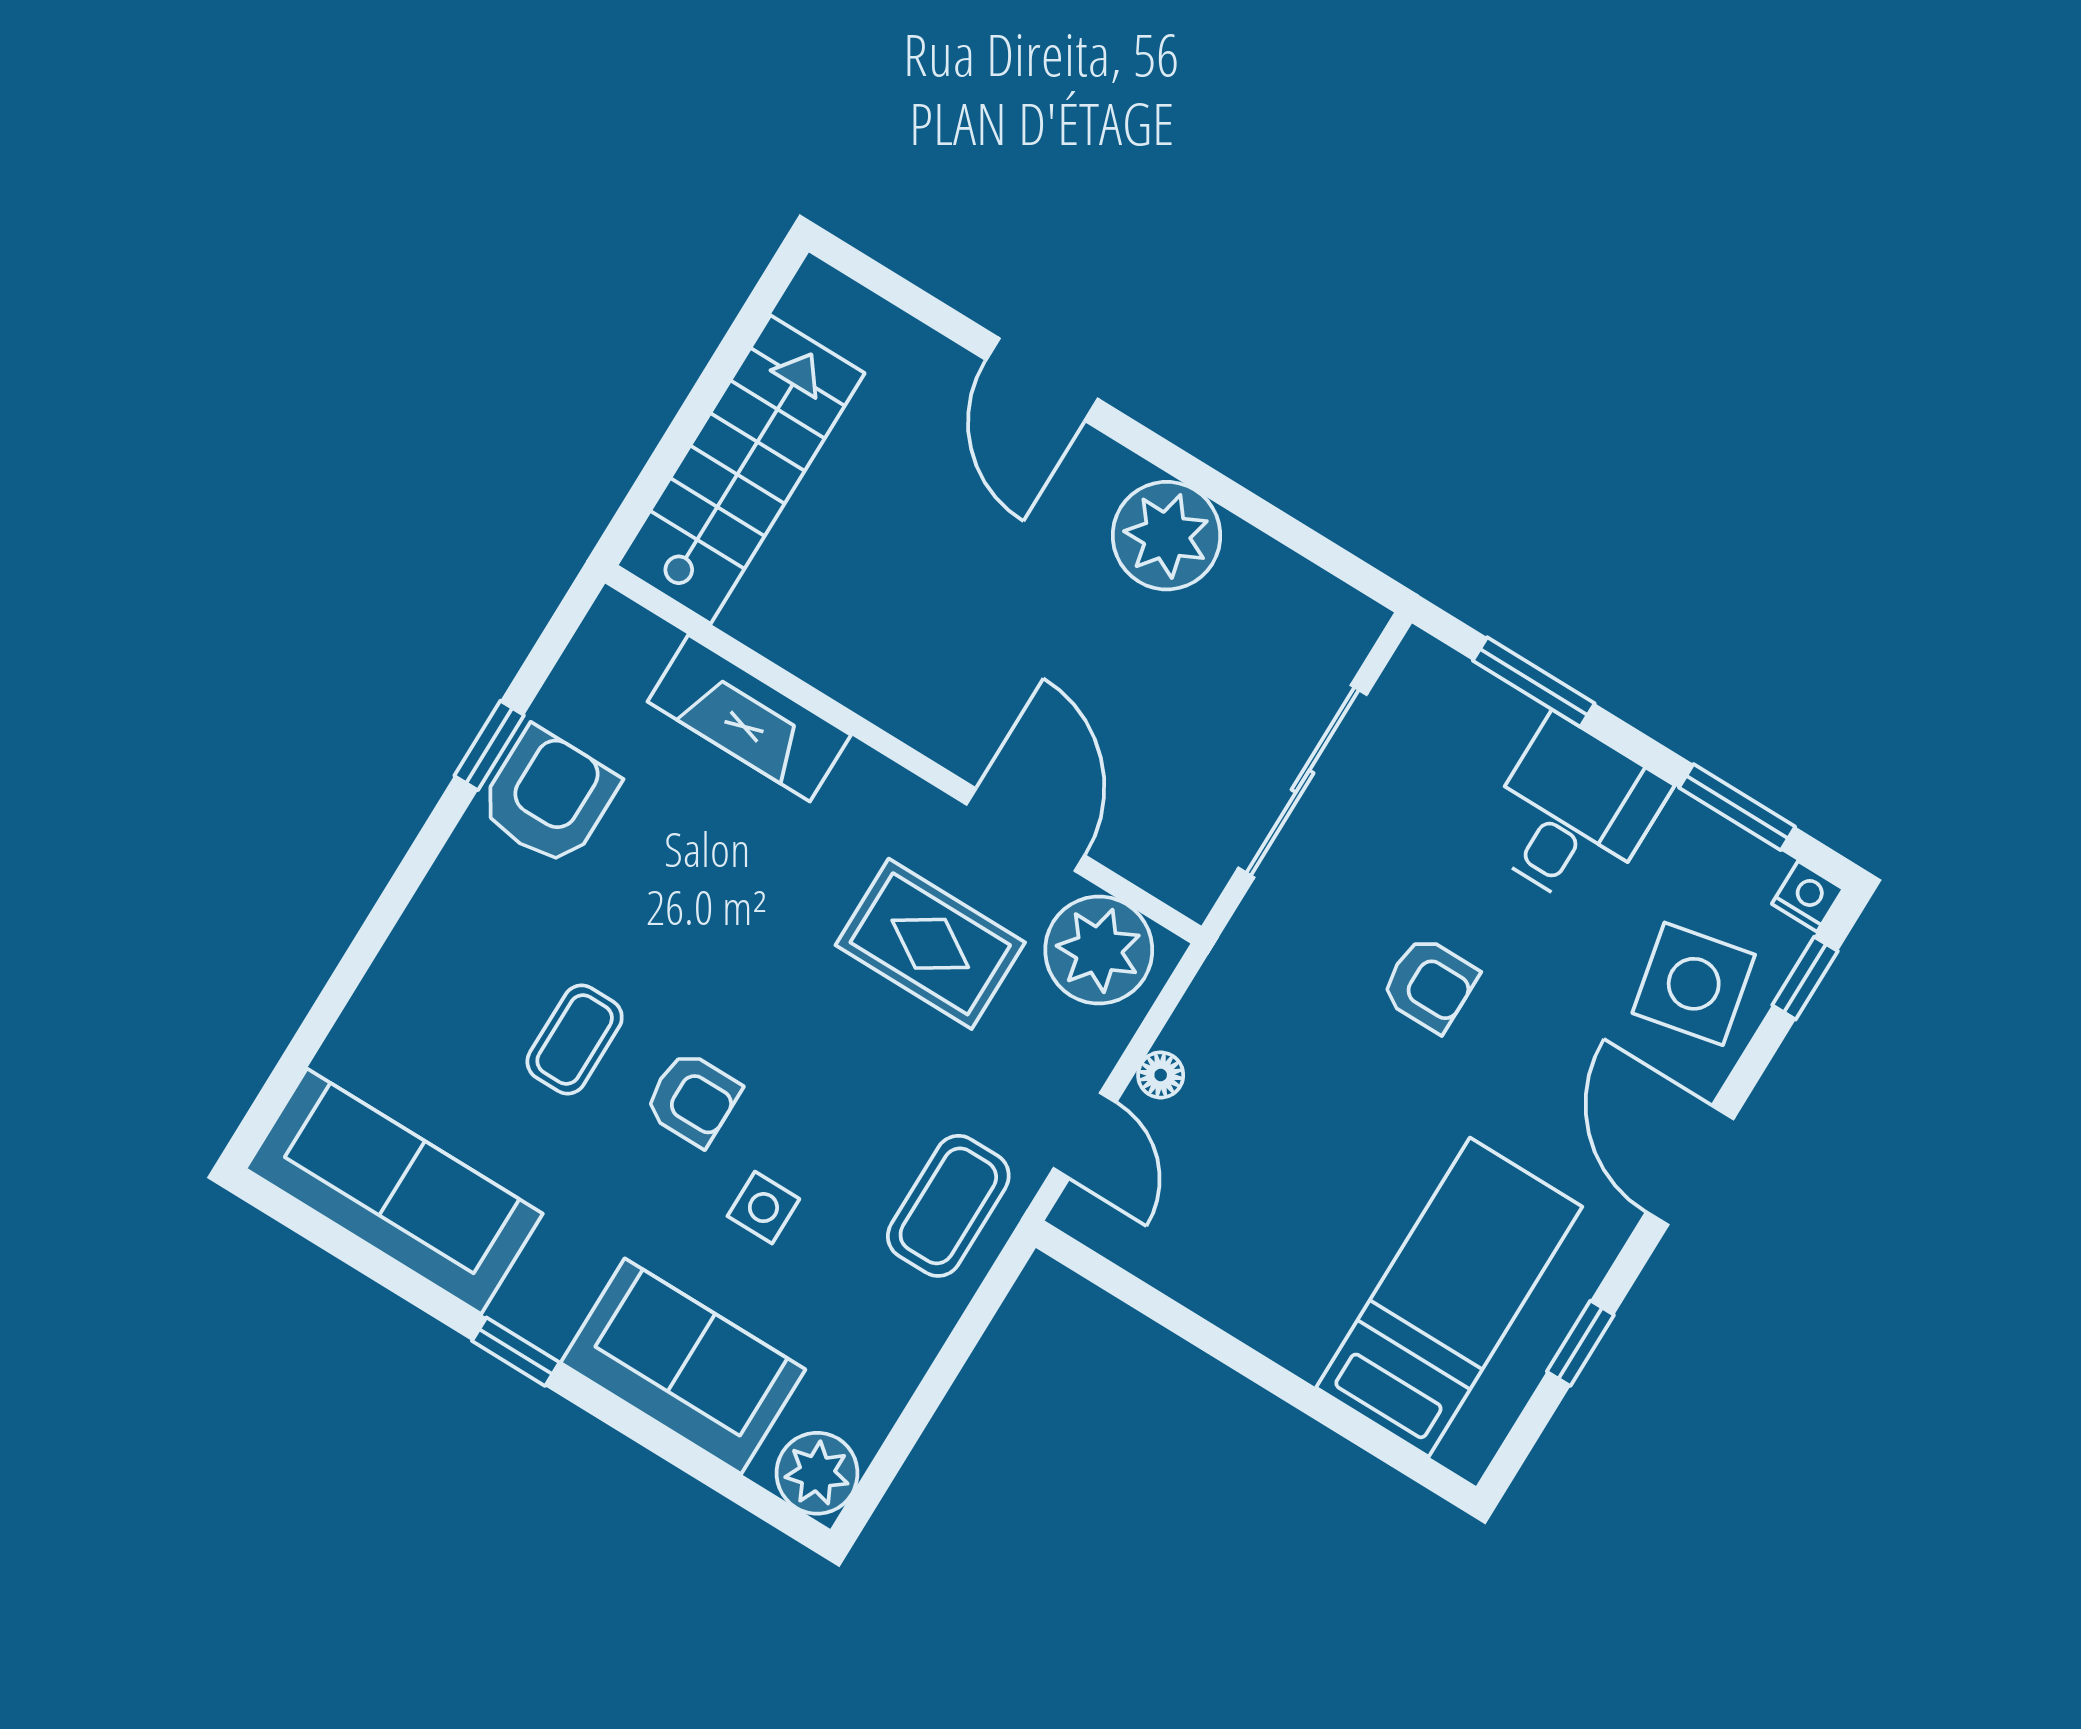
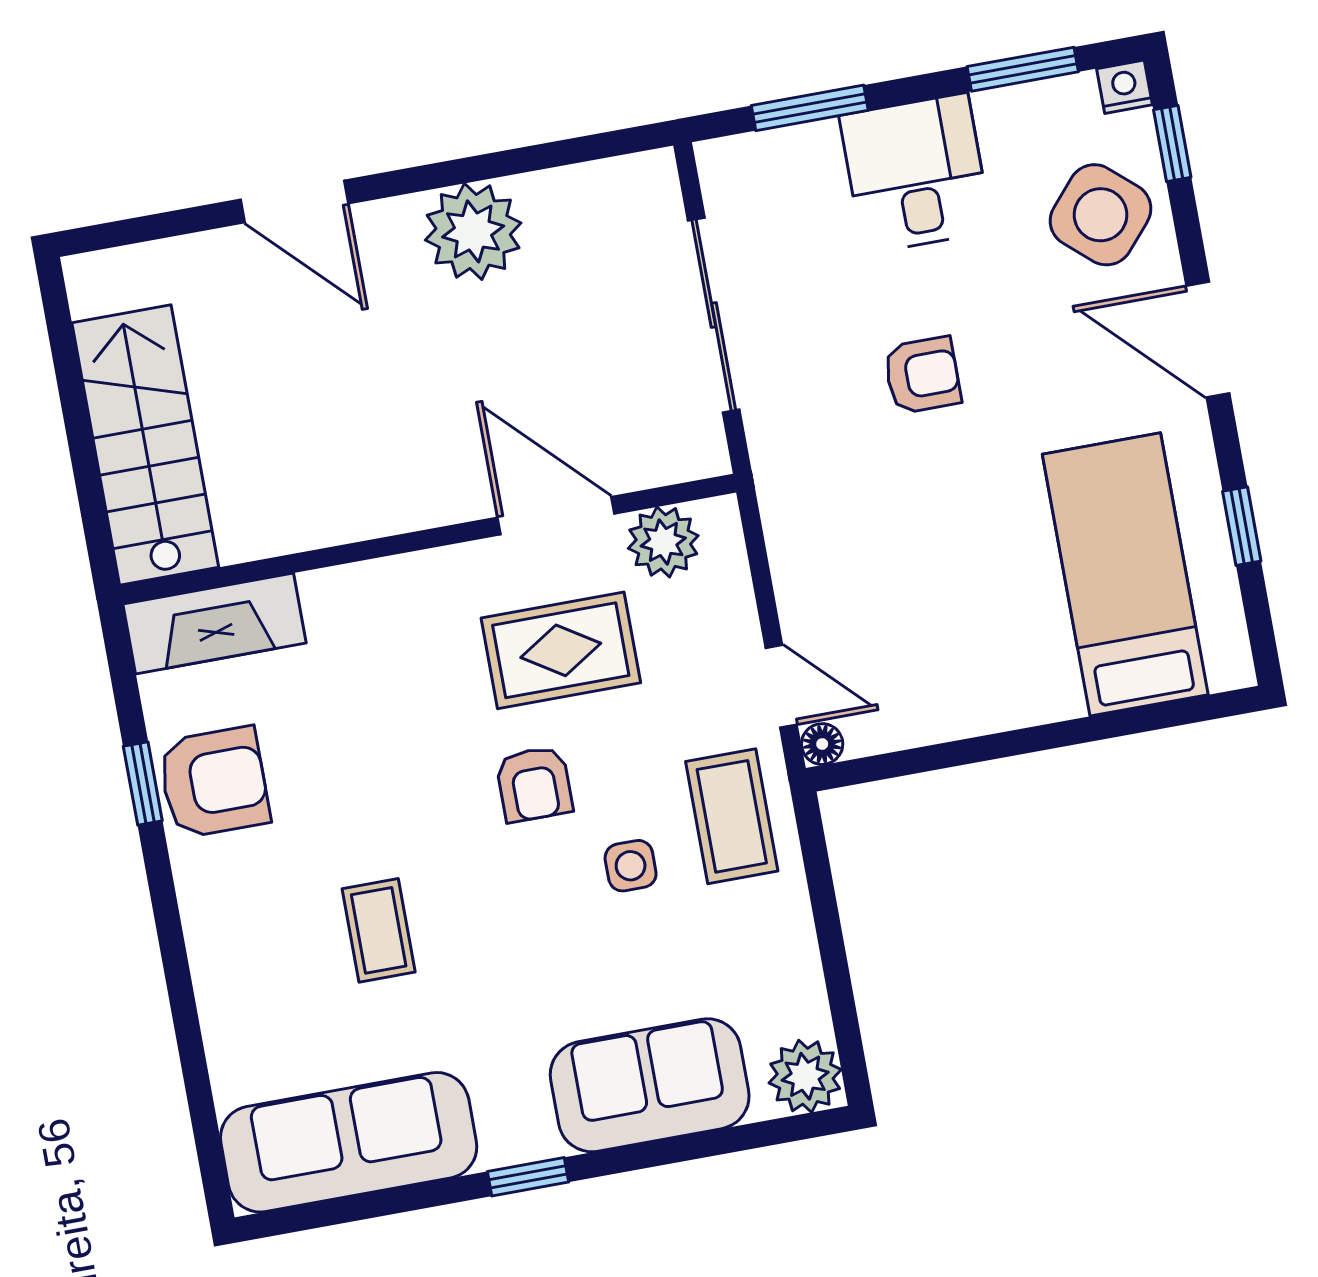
fireplace: (749, 718) -> (215, 623), moved
armchair: (548, 797) -> (214, 782), turned 90
plant: (1099, 950) -> (663, 542), width x0.73, depth x0.73
side table: (1694, 984) -> (1101, 215), turned -37
floor lamp: (1161, 1075) -> (822, 744), moved
armchair: (692, 1099) -> (534, 784), moved, turned 90
side table: (763, 1208) -> (631, 866), moved

